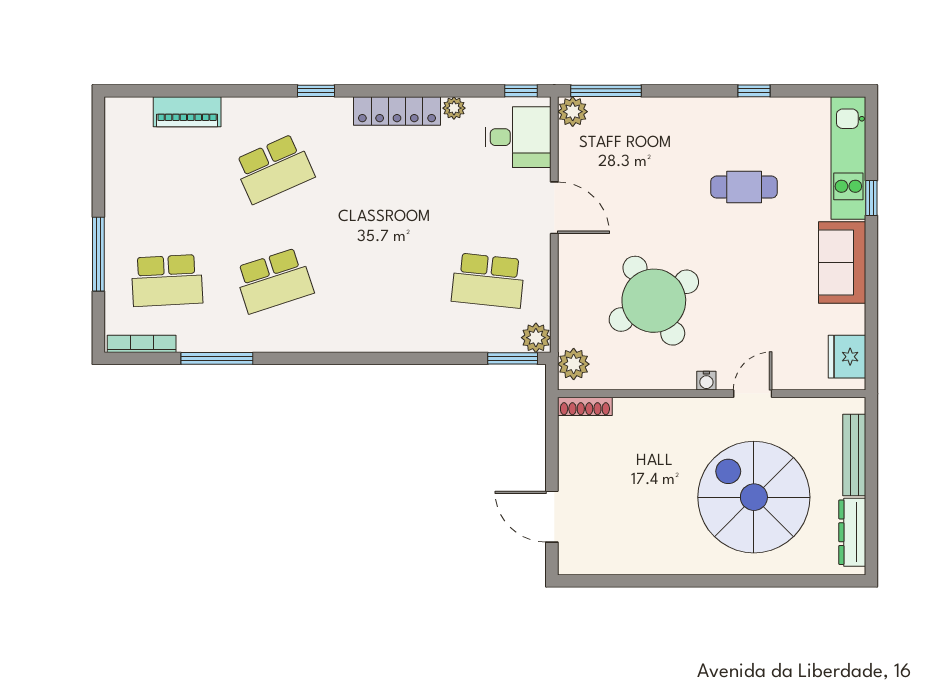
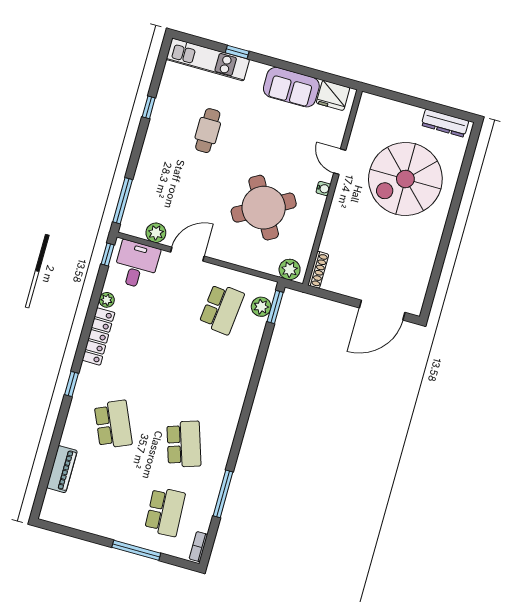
plant: (573, 112) -> (156, 233), moved
sofa: (842, 263) -> (291, 87), moved
plant: (536, 338) -> (261, 307), moved
bookcase: (142, 344) -> (198, 547), width x0.64
bench: (854, 455) -> (396, 108), removed
door: (552, 517) -> (382, 310), width x1.36

